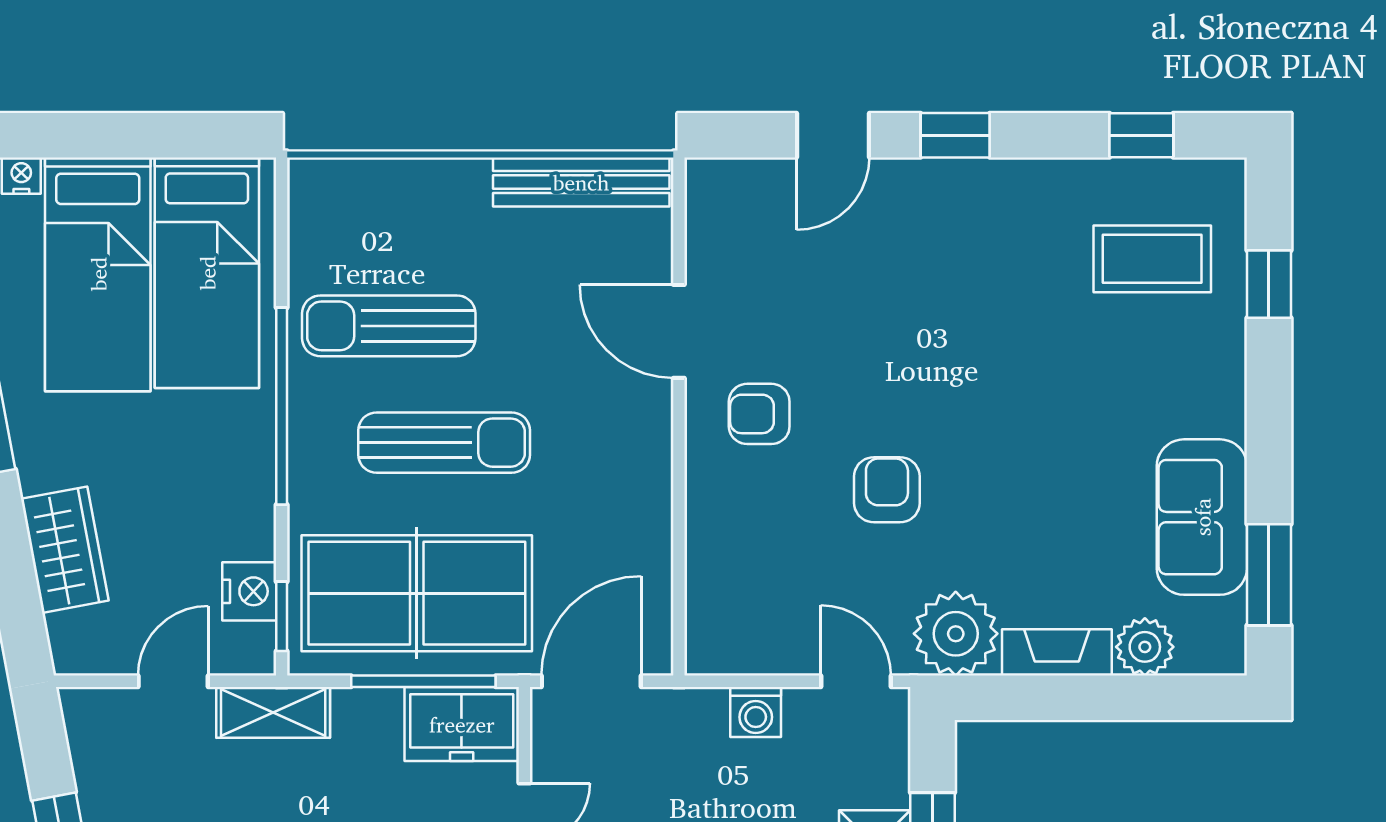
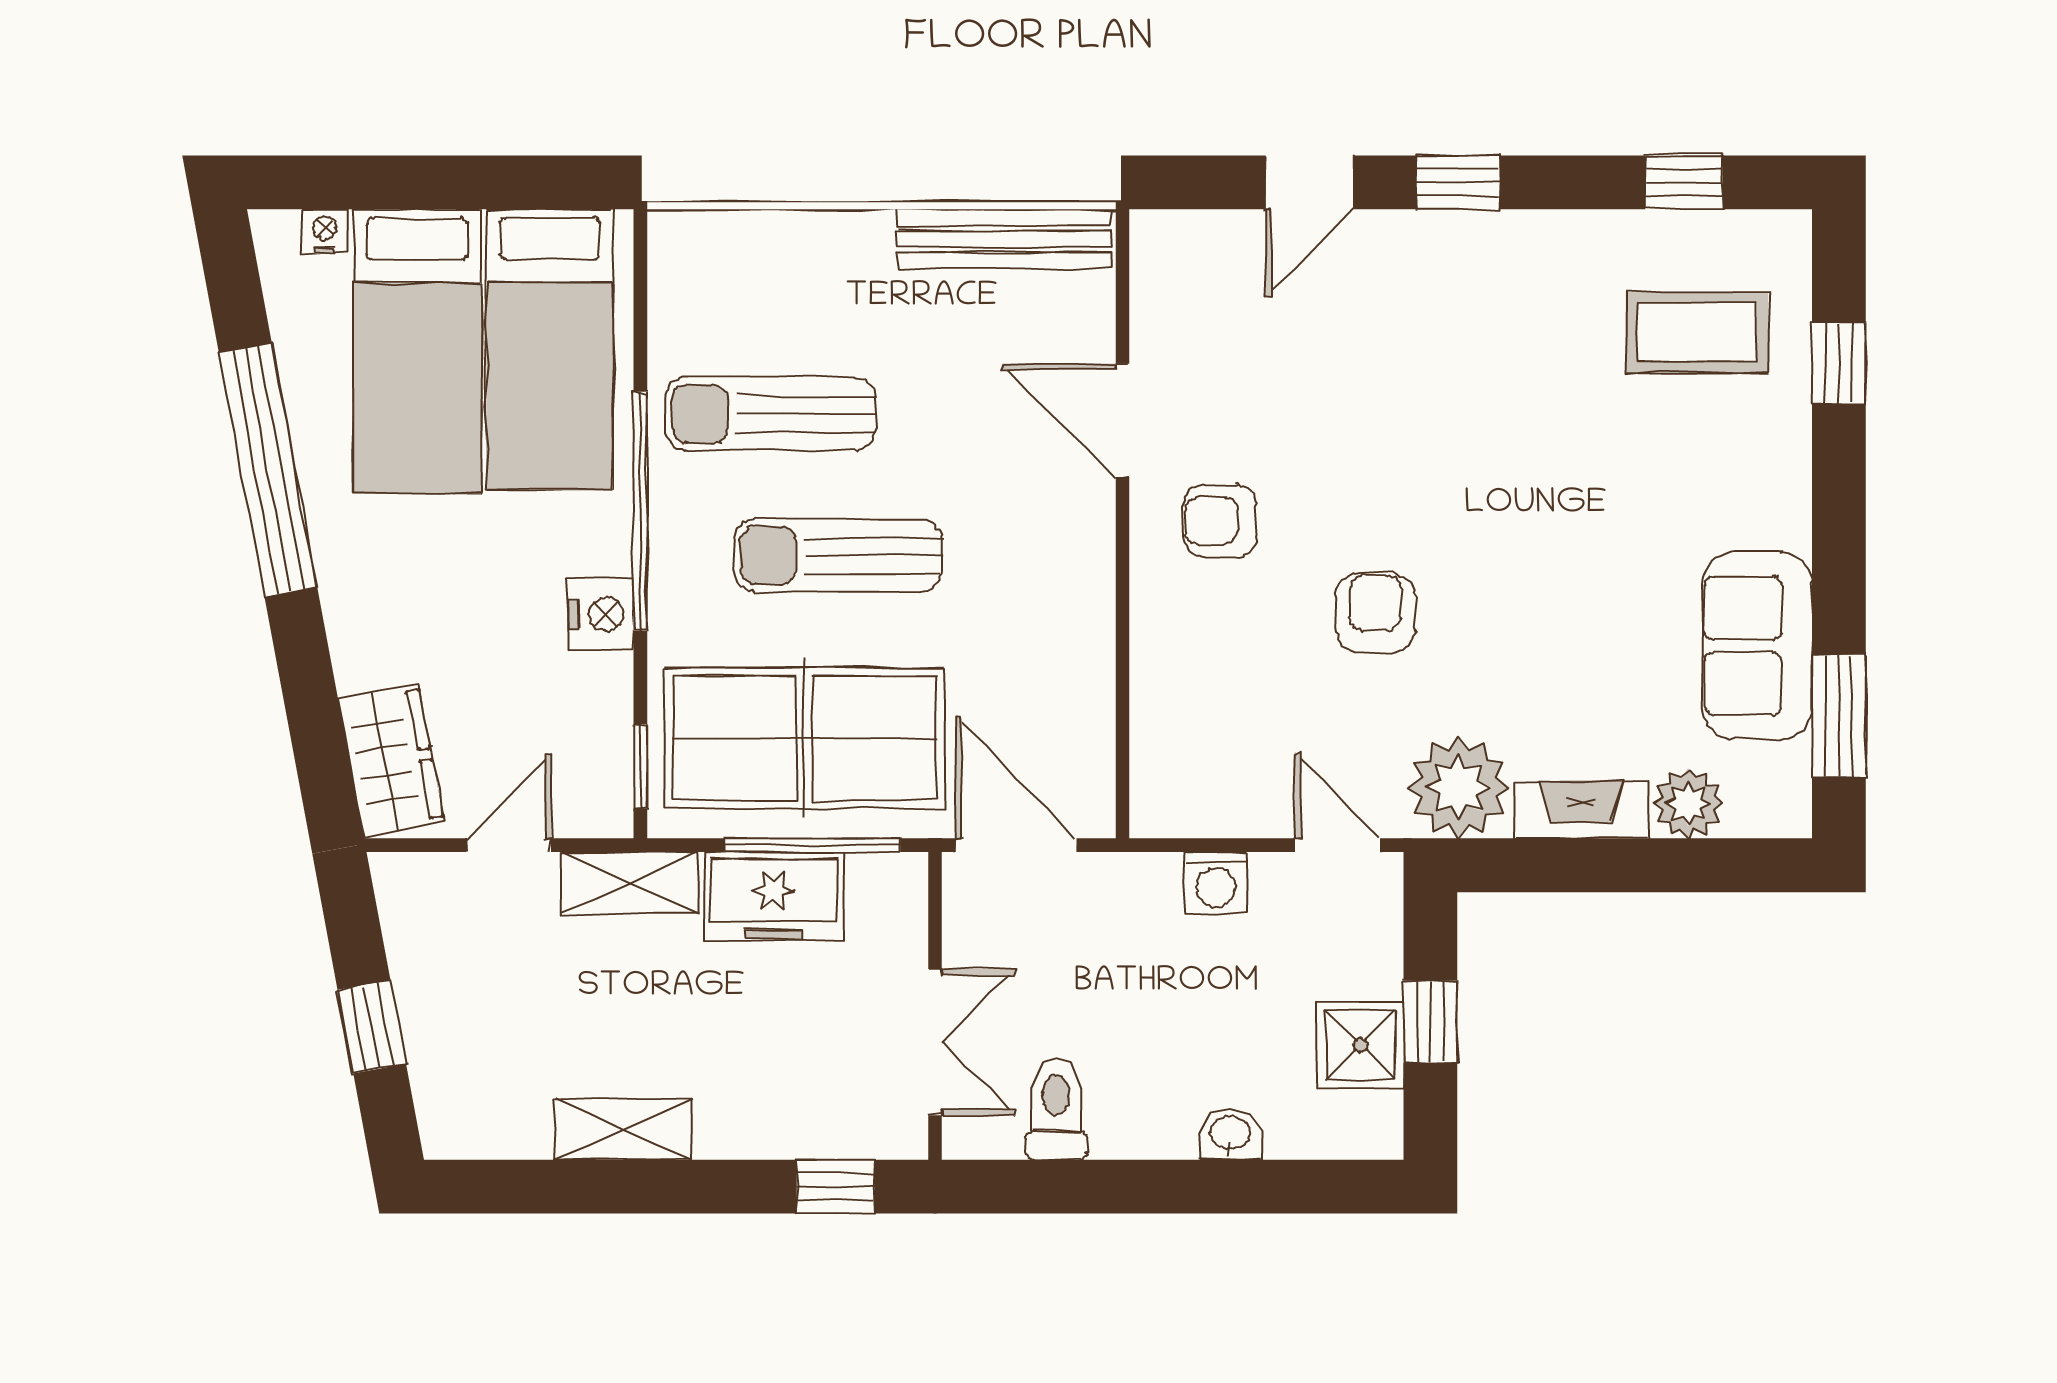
sun lounger: (444, 443) -> (838, 555), turned 180
wardrobe: (65, 550) -> (391, 760), moved
nightstand: (249, 591) -> (601, 614), moved
door: (591, 681) -> (1016, 845), hinge flipped
freezer: (462, 724) -> (774, 897), moved

